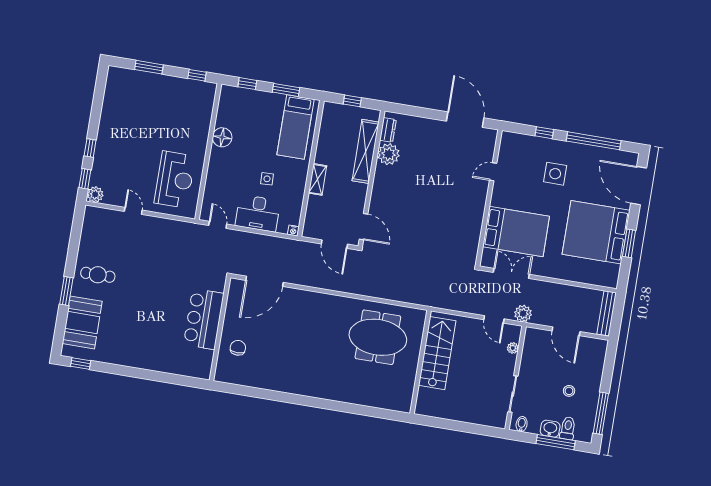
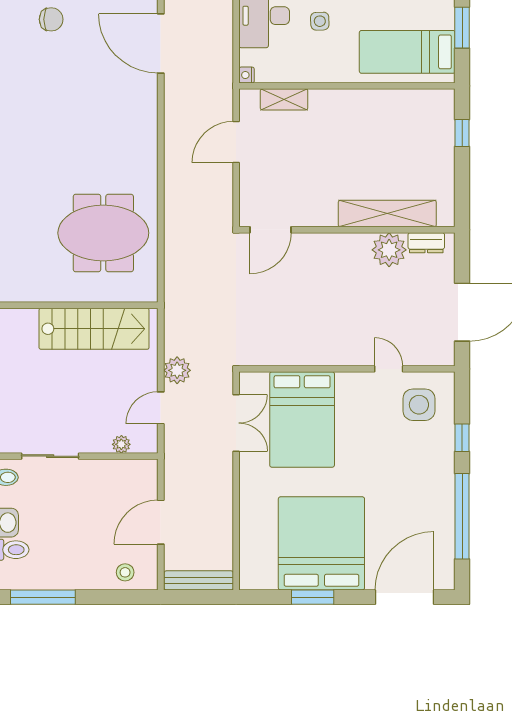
dresser: (388, 130) -> (426, 243), moved
shelving: (366, 151) -> (387, 214), moved
plant: (389, 154) -> (389, 250), moved
side table: (555, 174) -> (419, 405), moved
shelving: (318, 179) -> (284, 99), moved
wall: (372, 179) -> (347, 230), moved
door: (364, 227) -> (271, 230), moved
plant: (523, 314) -> (177, 370), moved
meeting table: (378, 337) -> (103, 233), turned 90
stool: (569, 391) -> (125, 572), moved

